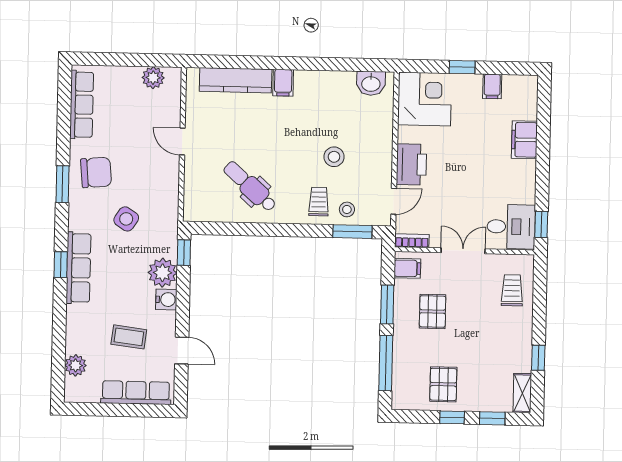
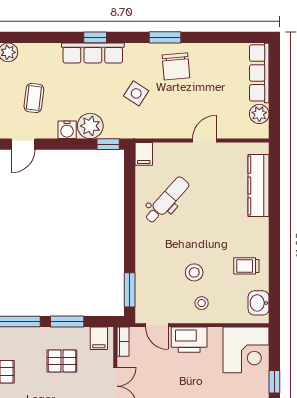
filing cabinet: (283, 83) -> (144, 154), moved, turned -90
row of seats: (82, 105) -> (259, 73), moved, turned 90
trolley: (319, 202) -> (246, 266), moved, turned 180
stool: (347, 209) -> (202, 303), moved

